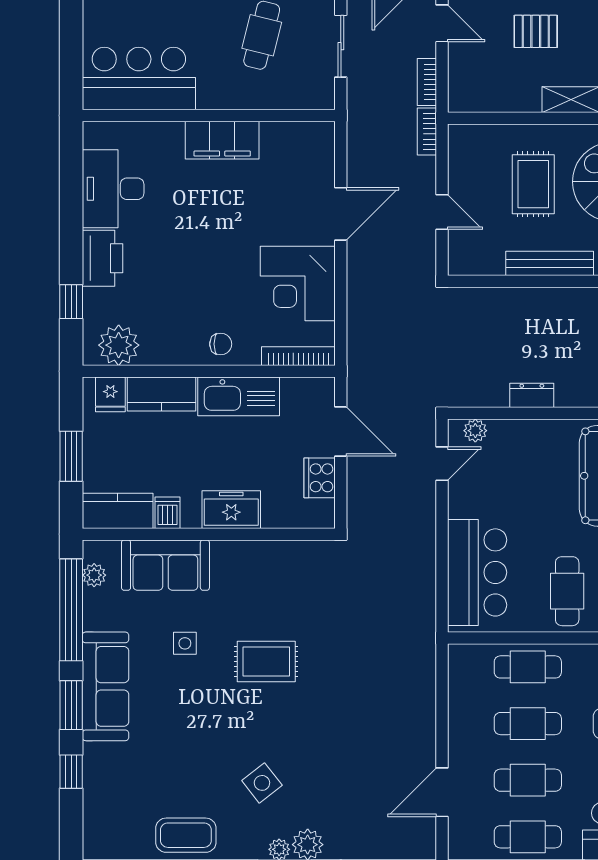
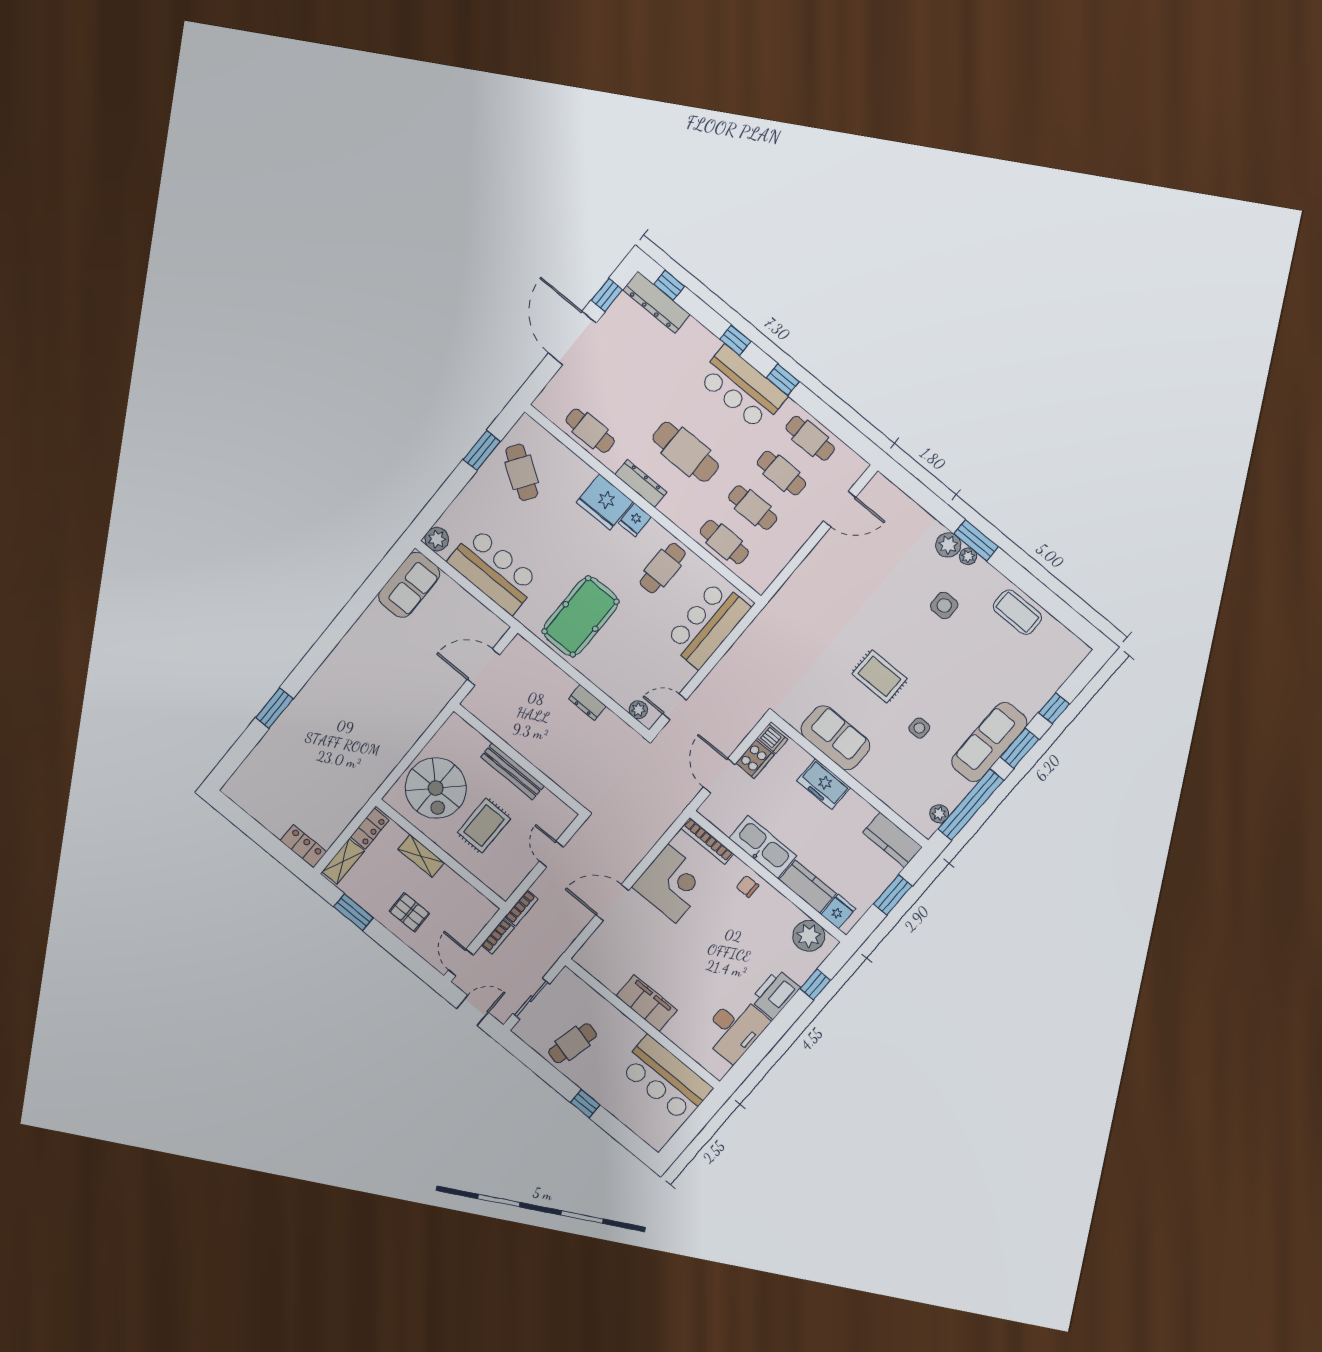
dishwasher: (167, 513) -> (772, 739), moved, turned -90
sofa: (165, 565) -> (835, 738), moved
side table: (262, 783) -> (944, 605), turned 38

